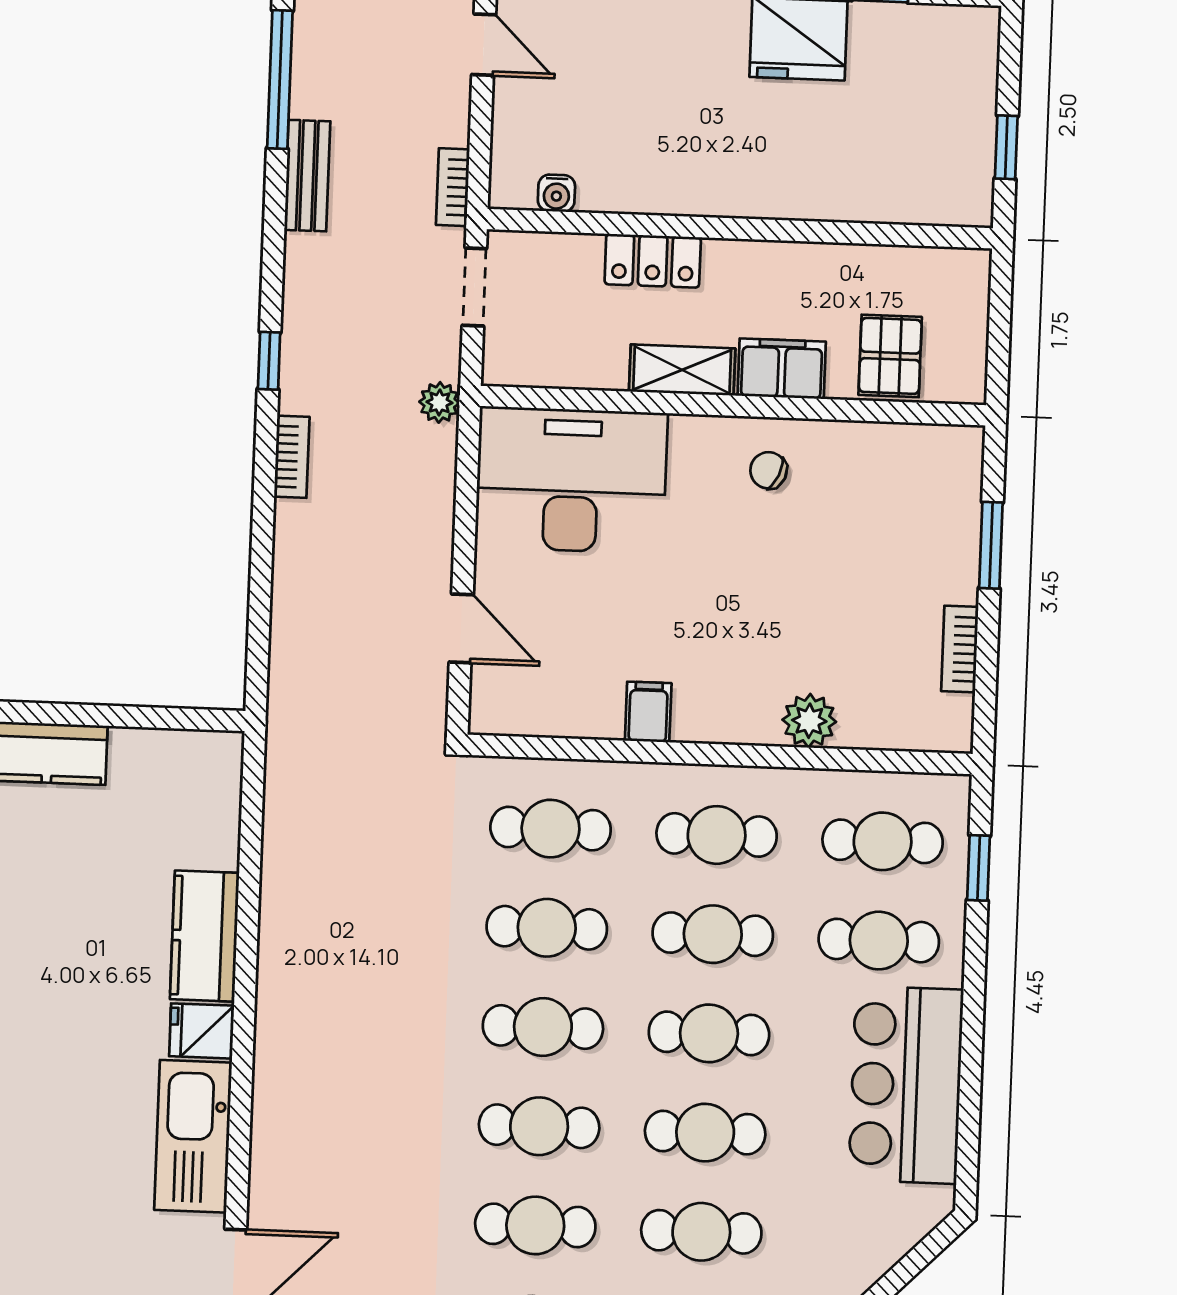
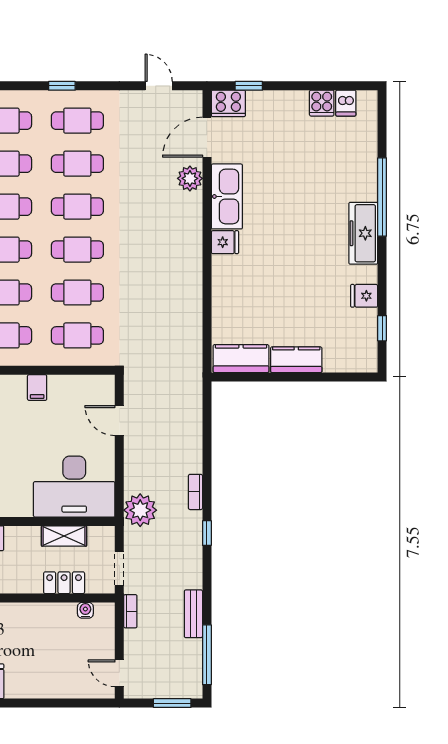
locker: (653, 261) -> (64, 583), moved
shelving: (682, 370) -> (64, 536), moved
plant: (439, 402) -> (140, 510), width x1.88, depth x1.88
kitchen counter: (205, 936) -> (241, 359), moved, turned -90
plant: (277, 1181) -> (190, 178), added

